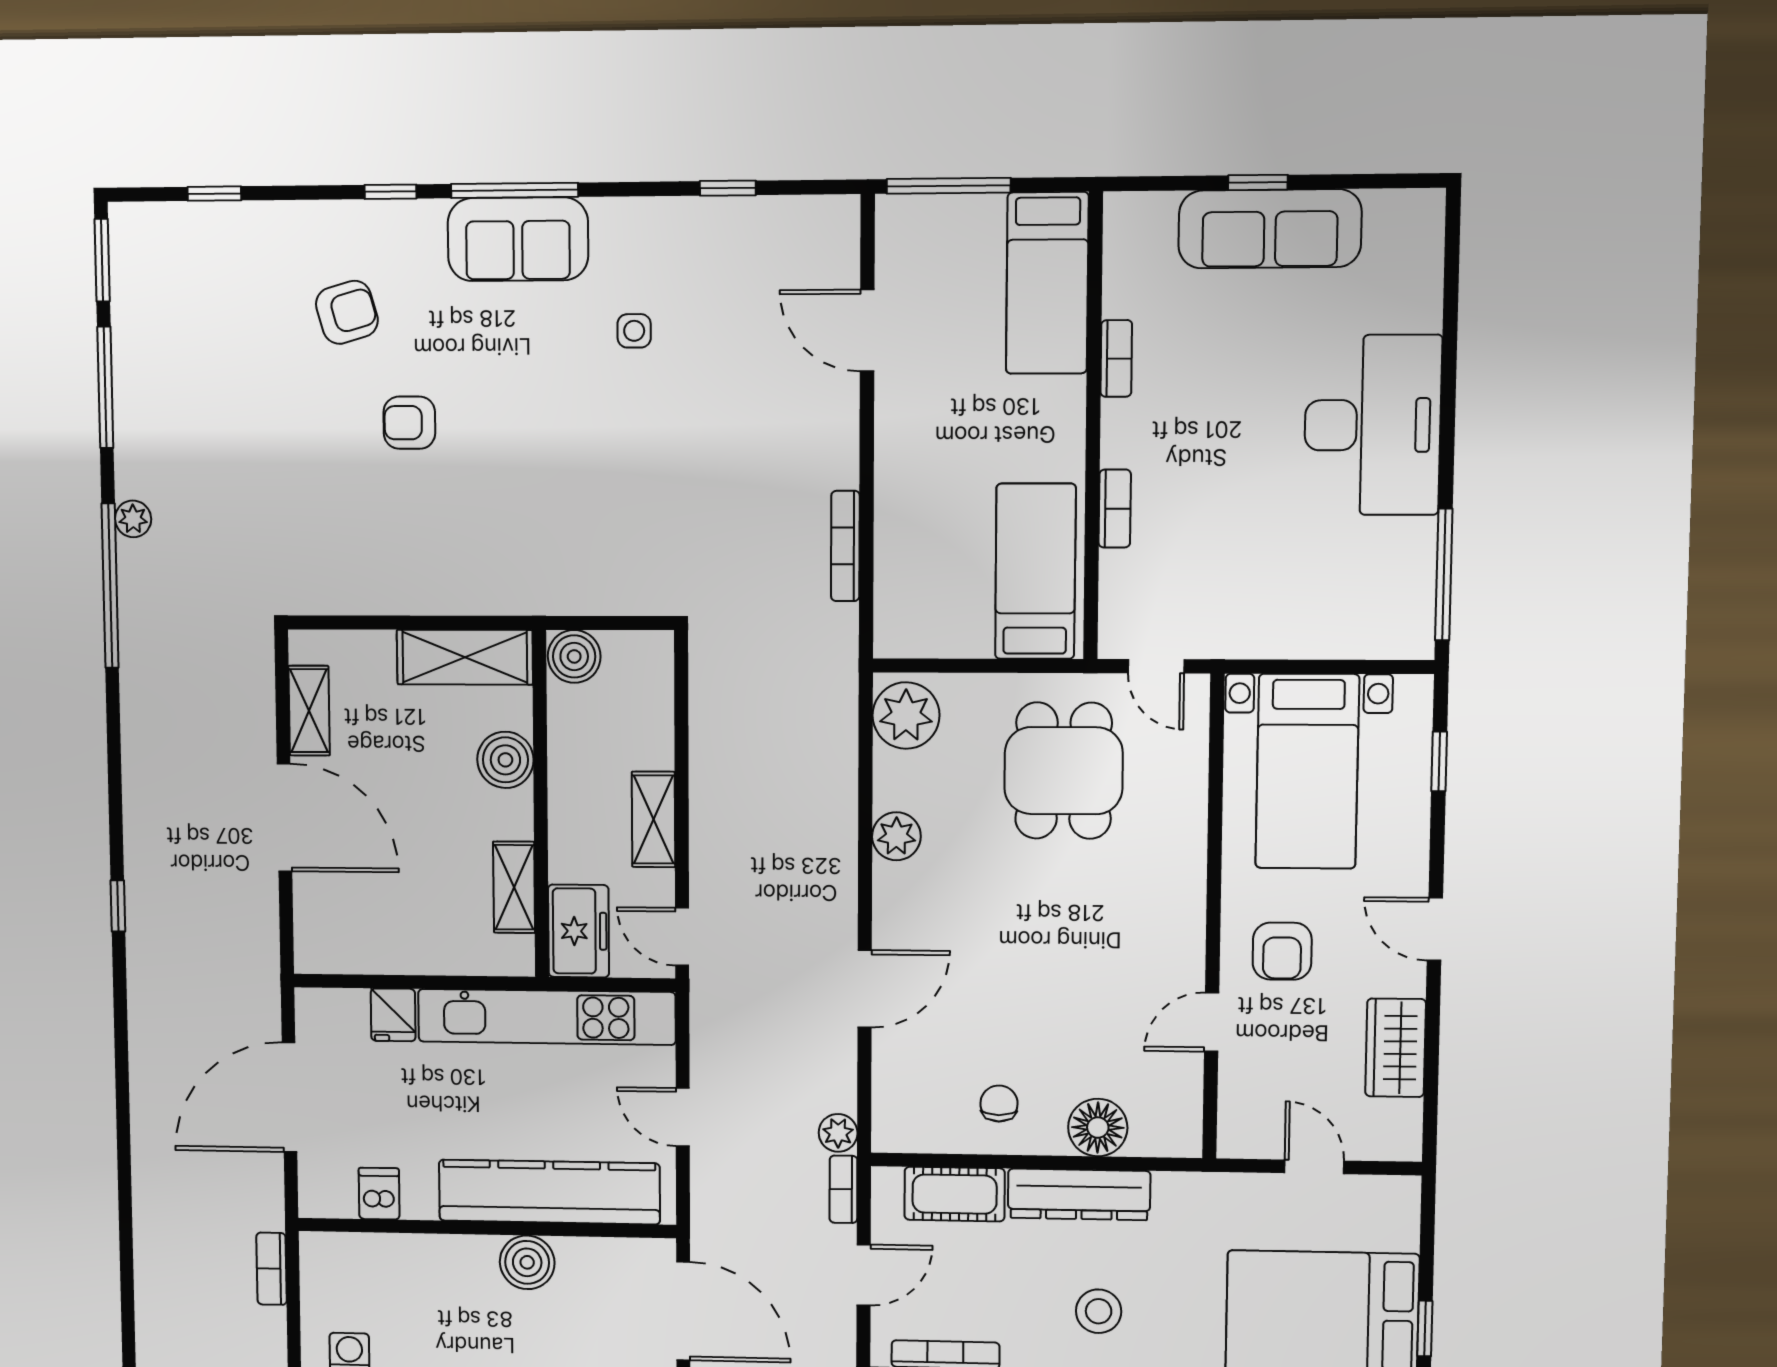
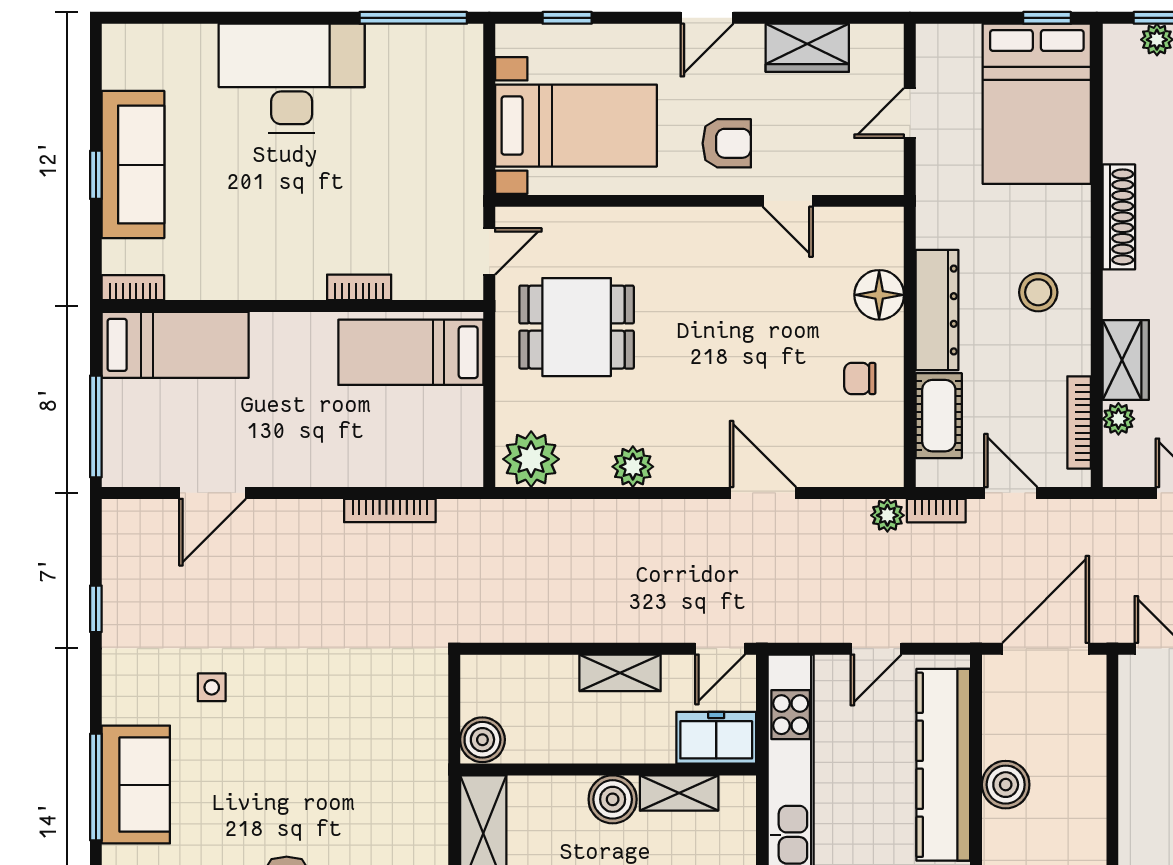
bookcase: (1116, 358) -> (133, 288), moved
boiler: (505, 760) -> (613, 799), moved

